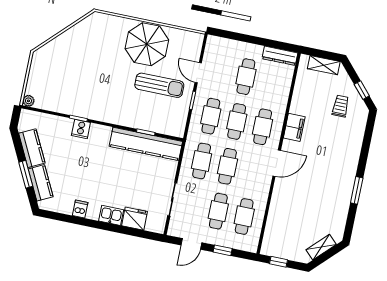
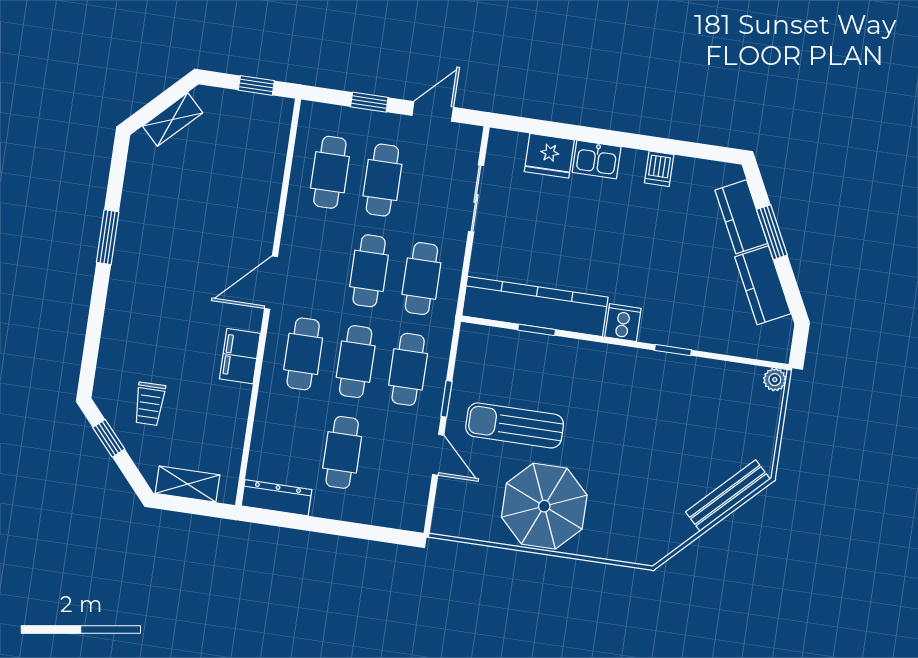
bench: (55, 44) -> (728, 496), added
cooker: (81, 129) -> (623, 323), moved

